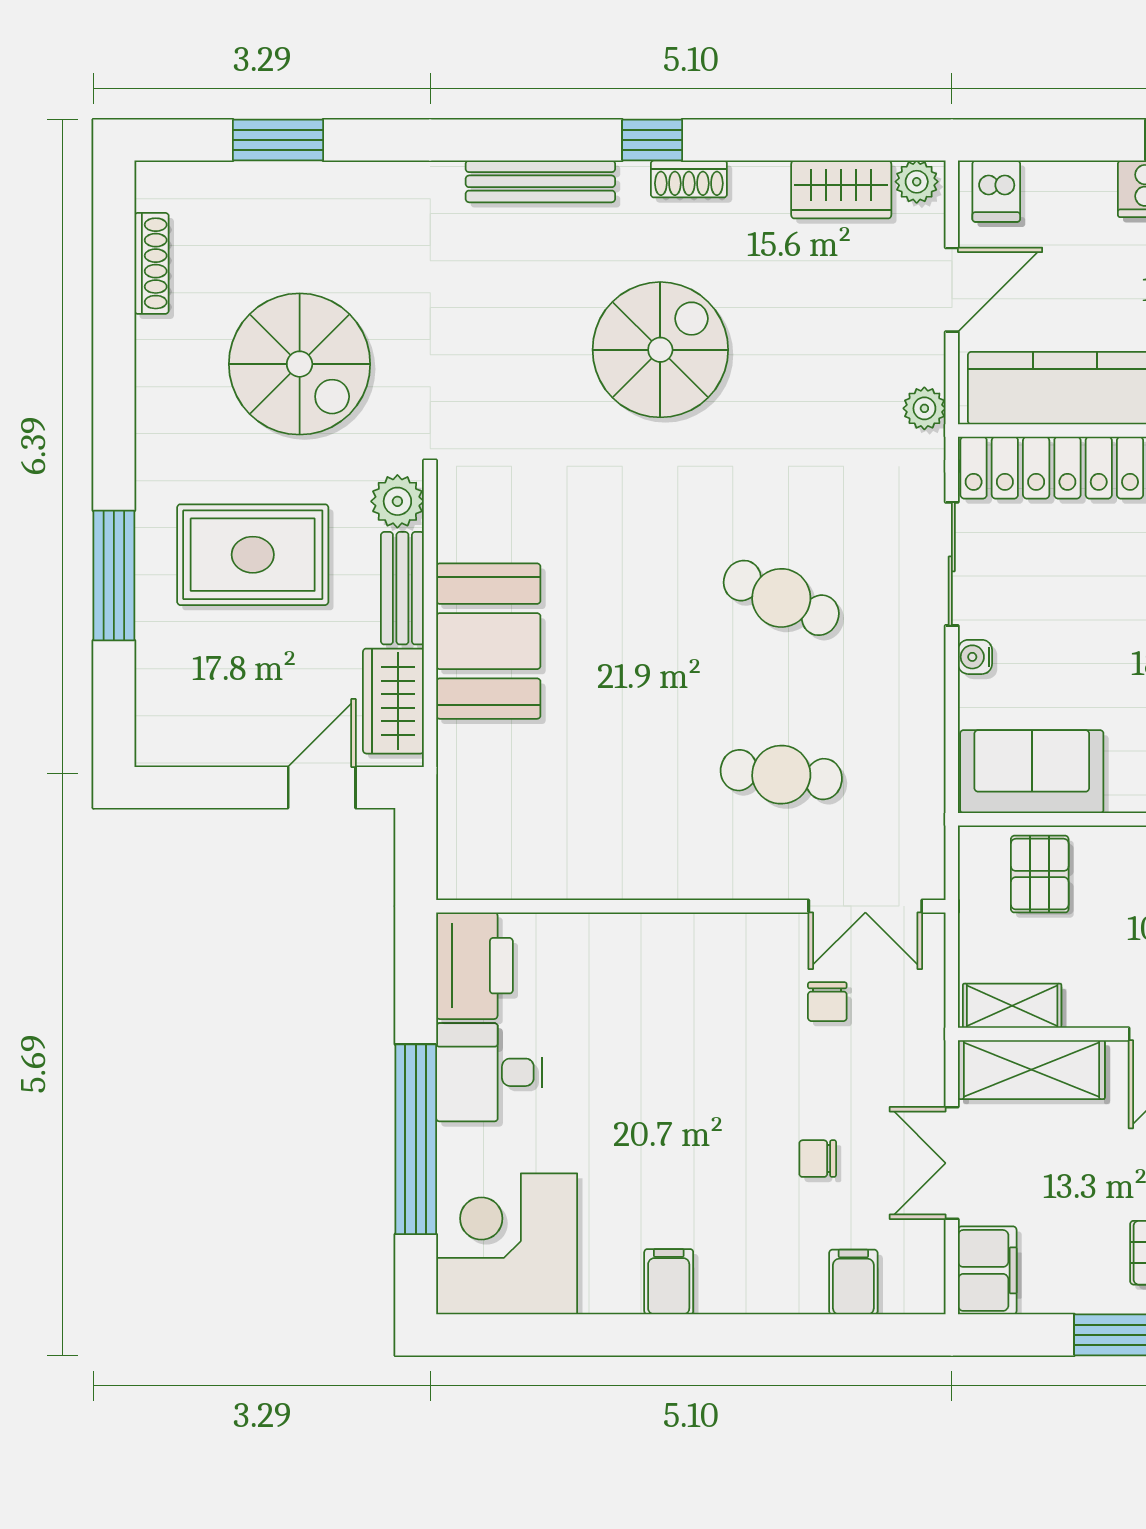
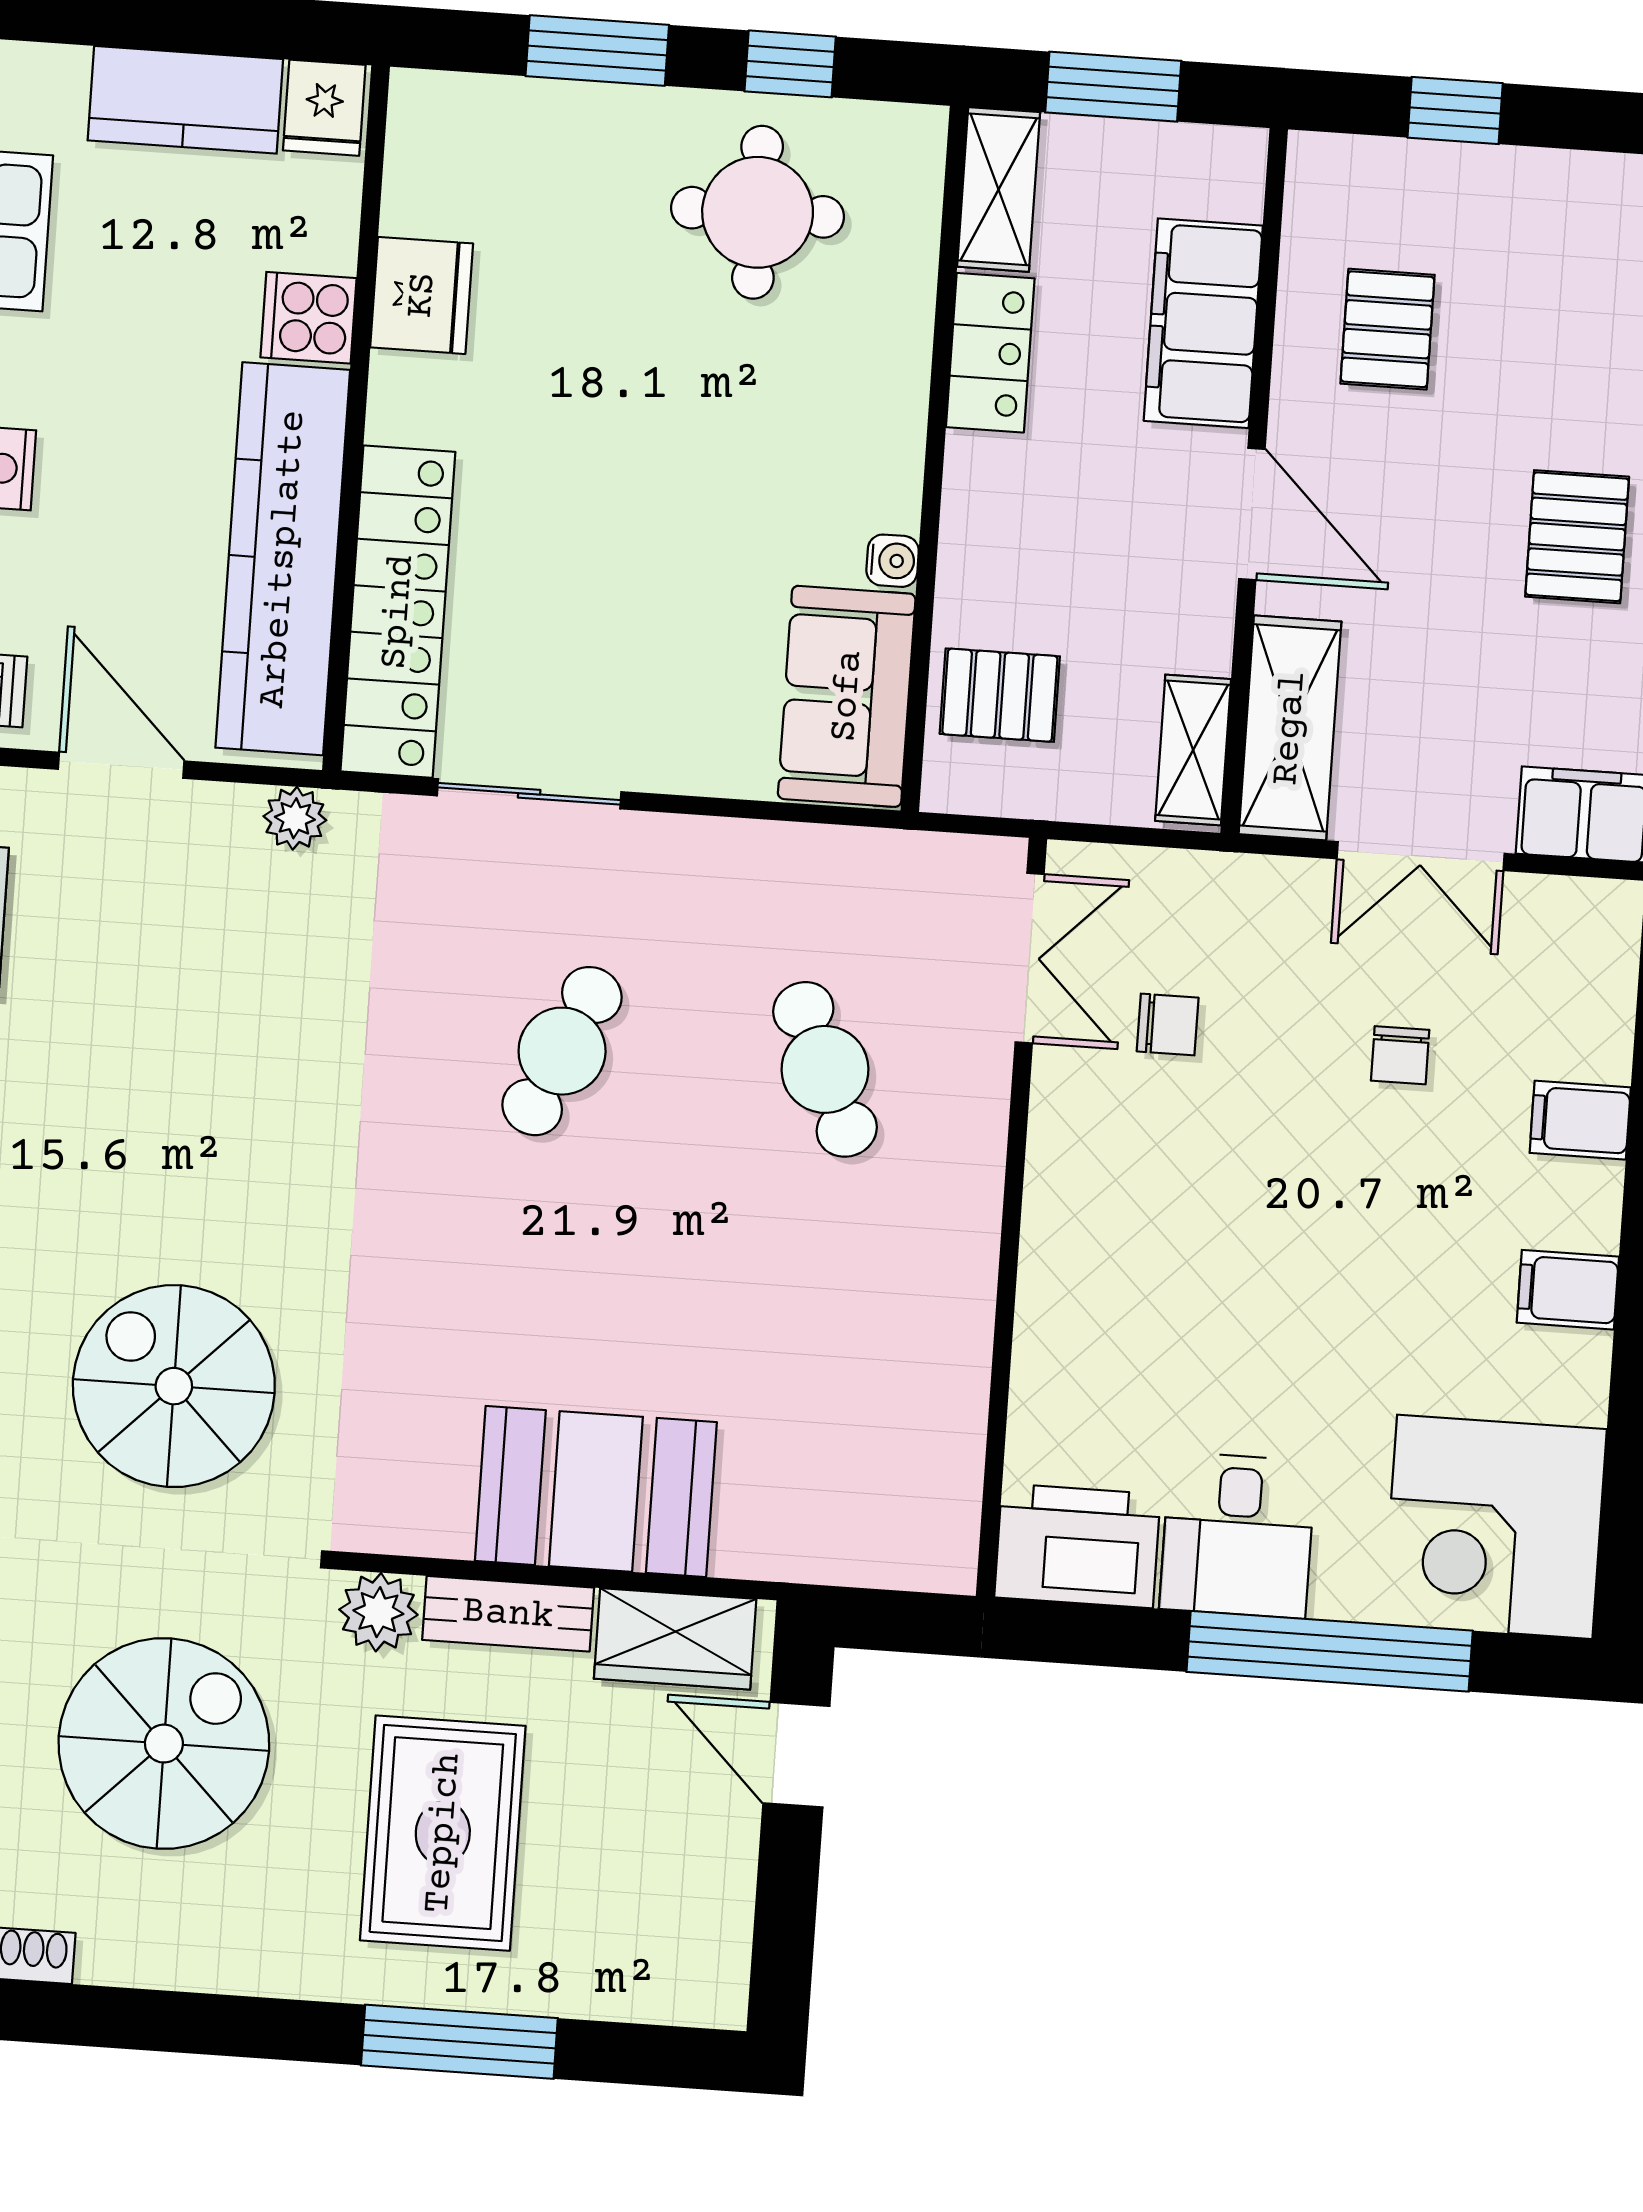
spiral stairs: (660, 350) -> (174, 1386), moved
water cooler: (975, 657) -> (893, 561), moved, turned -90
cafe table: (781, 775) -> (825, 1069), turned -30
filing cabinet: (853, 1282) -> (1580, 1120), moved

